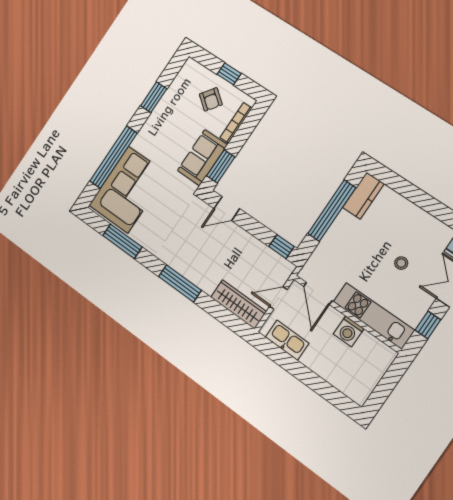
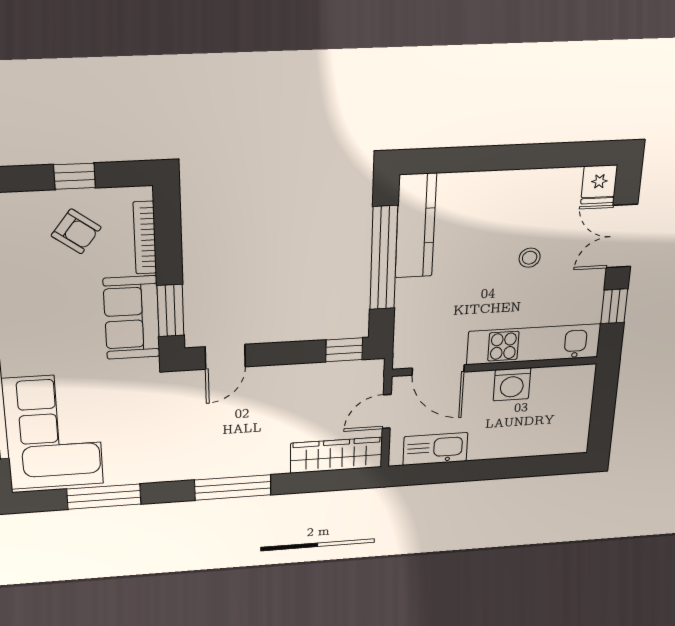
kitchen counter: (363, 196) -> (416, 226), width x1.50

